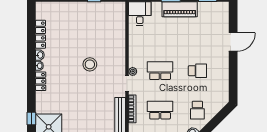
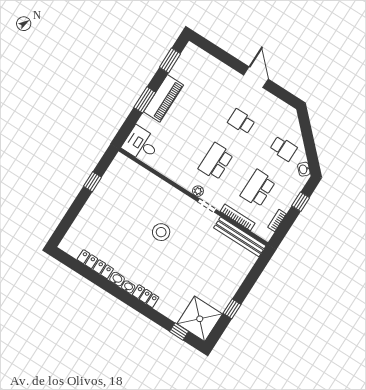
door: (233, 42) -> (256, 77), moved
school desk: (197, 71) -> (241, 122), turned -90

